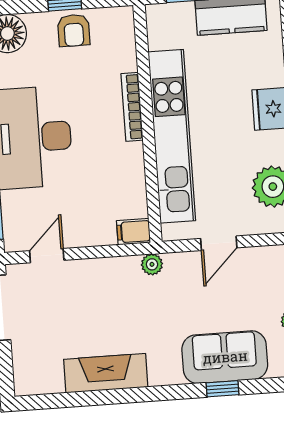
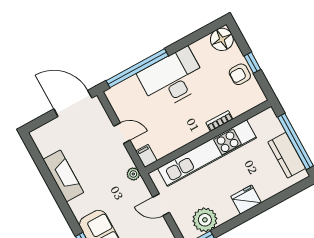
bookcase: (132, 107) -> (219, 121), width x0.64
door: (47, 256) -> (122, 133), moved

